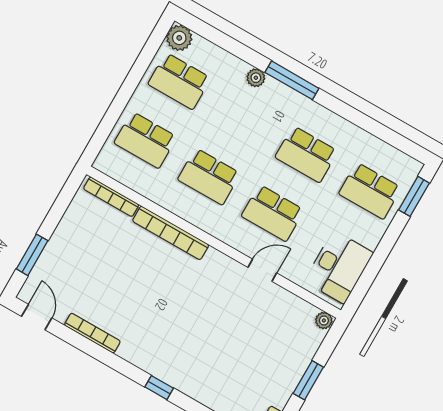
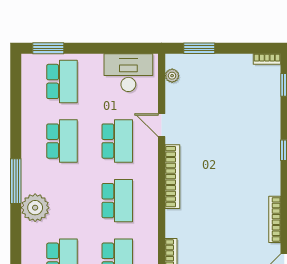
plant: (256, 78) -> (35, 208), width x1.87, depth x1.87
bookcase: (171, 233) -> (172, 177), moved
plant: (324, 320) -> (172, 76), moved
window: (308, 380) -> (199, 48), moved

